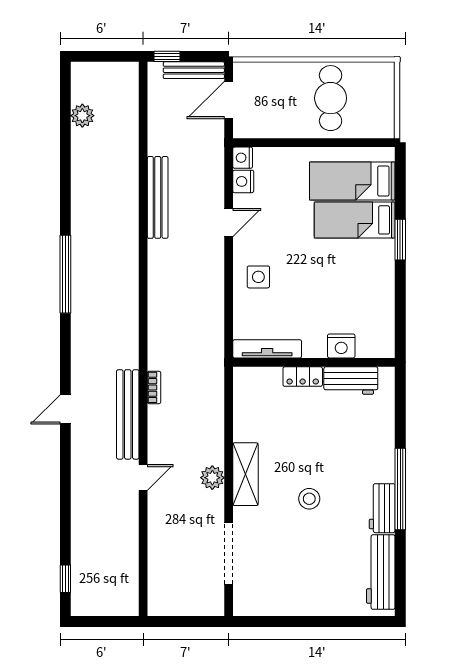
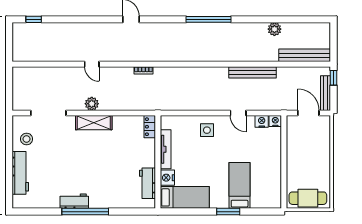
cafe table: (331, 98) -> (308, 198), moved
plant: (82, 116) -> (274, 29), moved
bed: (352, 181) -> (185, 197), moved, turned 90
tv unit: (267, 349) -> (166, 149), moved
locker: (303, 377) -> (150, 127), moved
bench: (128, 414) -> (305, 55), moved
stool: (309, 499) -> (27, 139), moved
workbench: (381, 572) -> (20, 173), moved, turned 90

